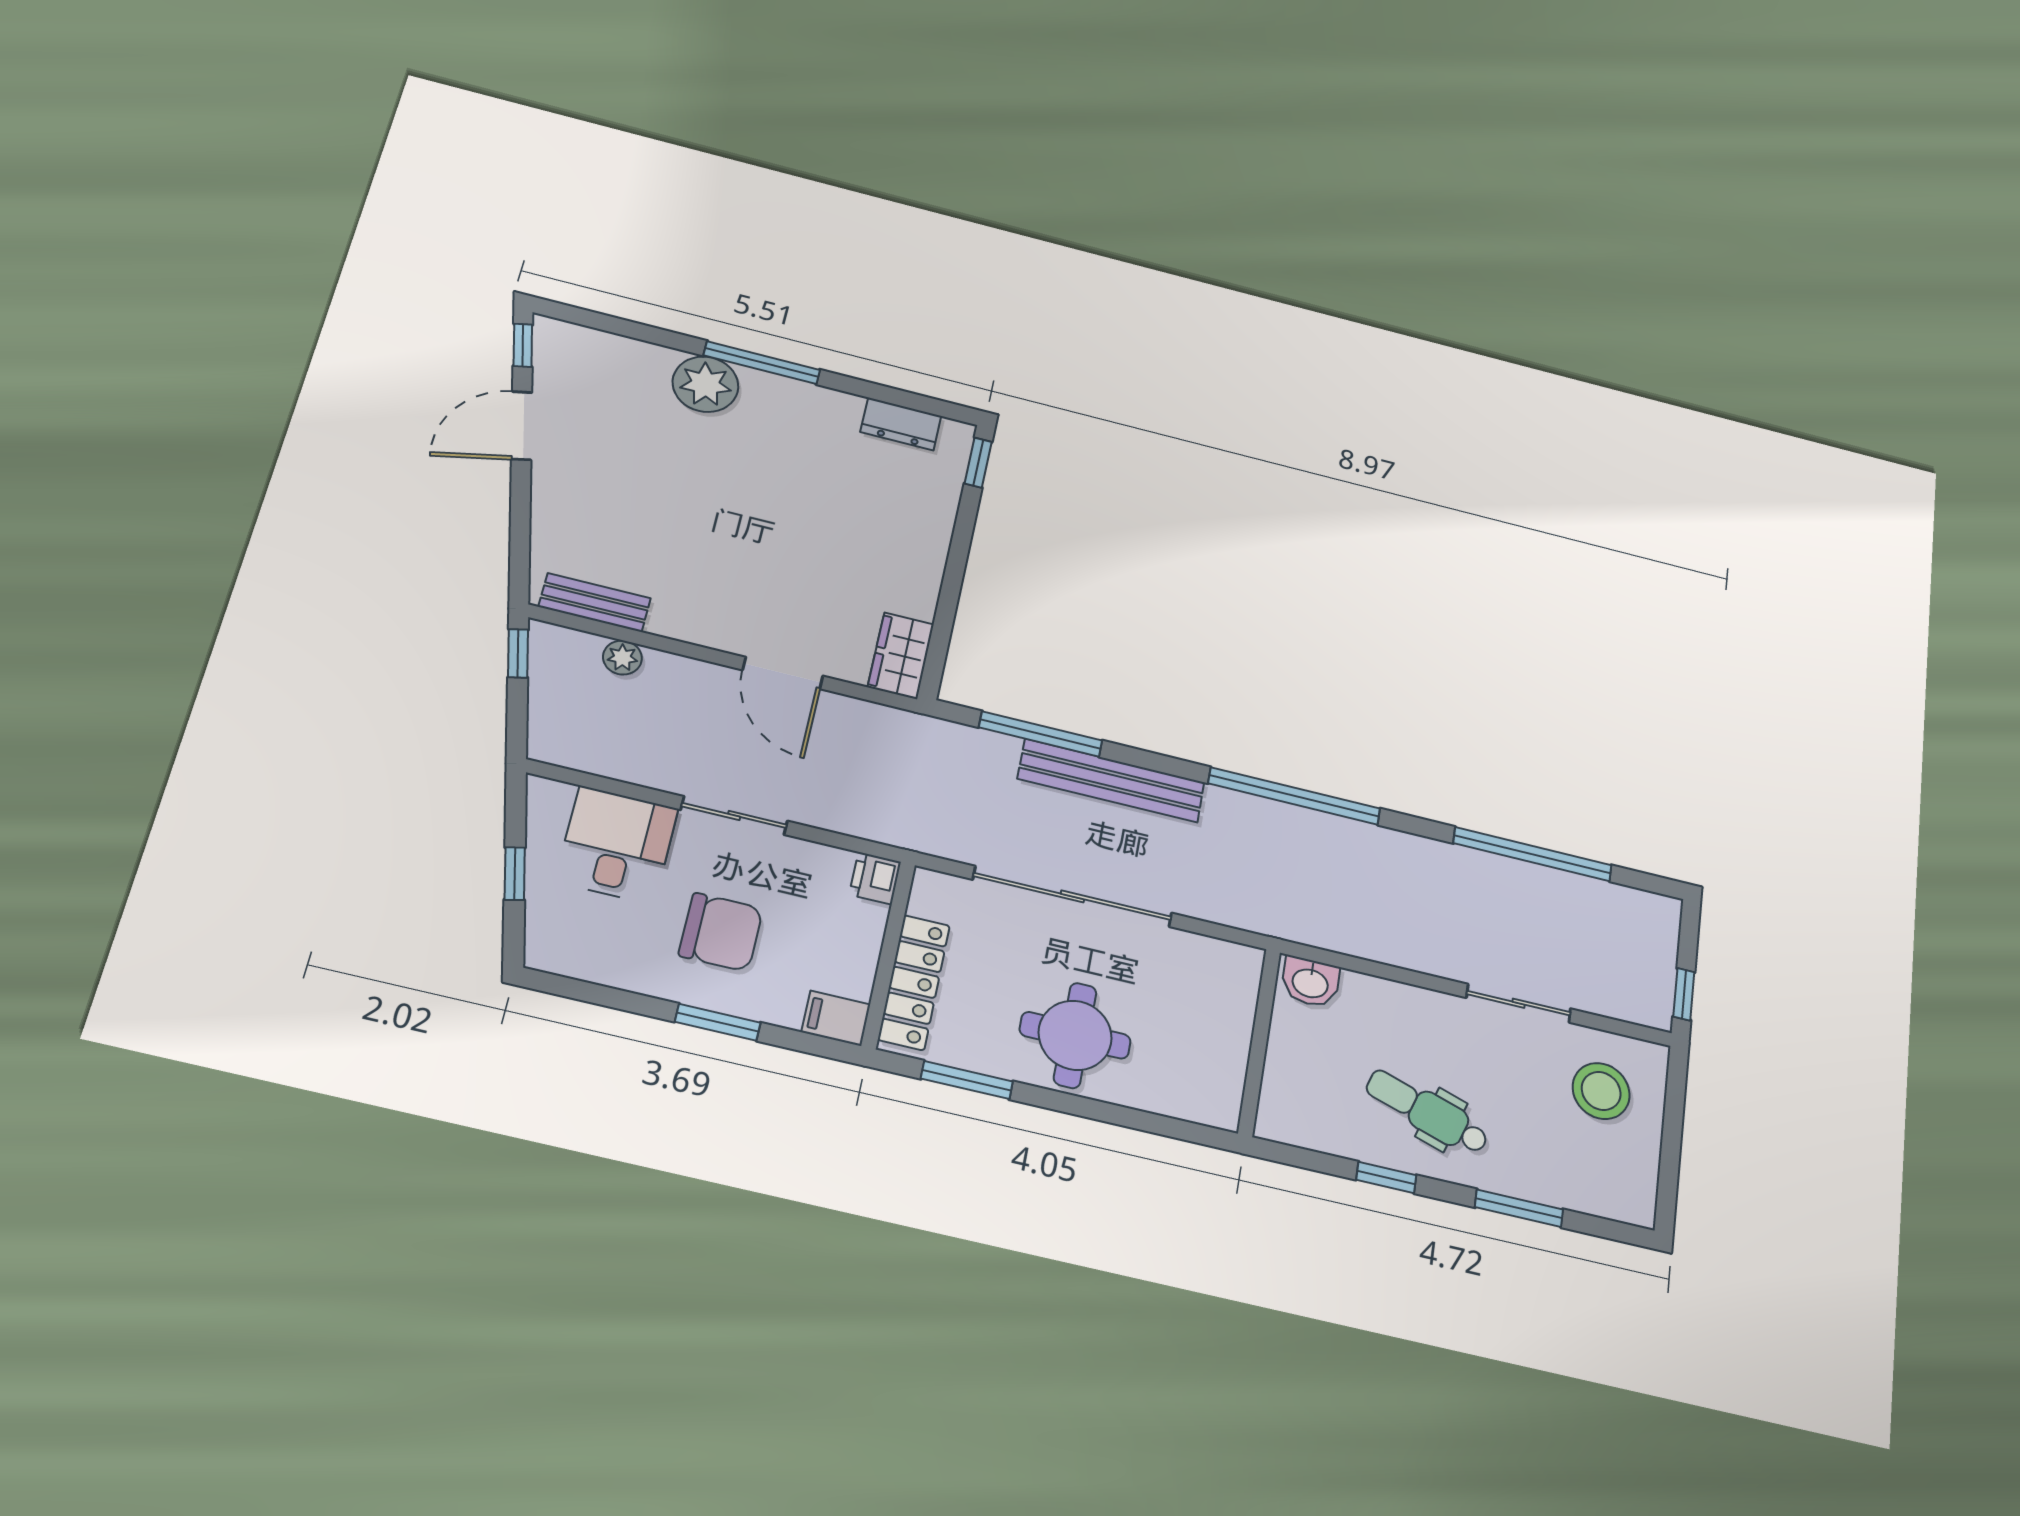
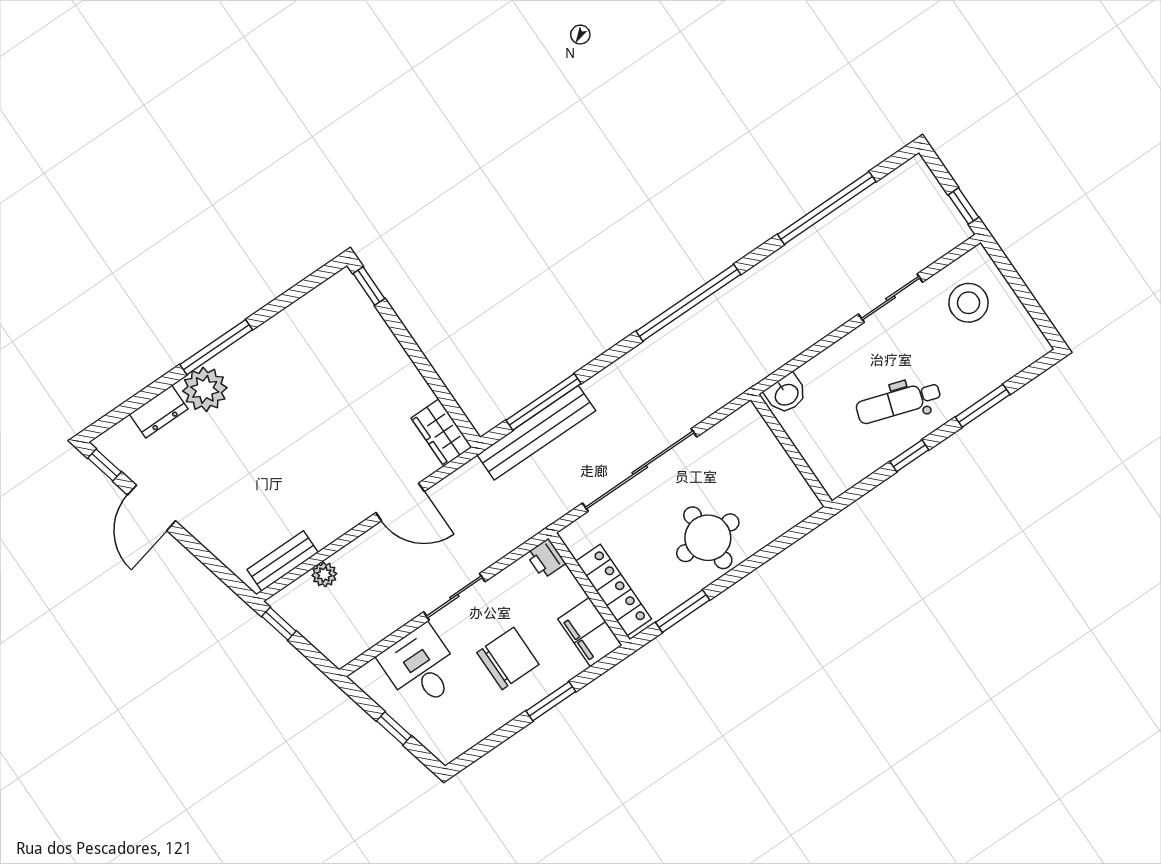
dresser: (901, 424) -> (159, 412), moved
bench: (1111, 781) -> (536, 433), moved
filing cabinet: (836, 1018) -> (590, 632), width x2.00

